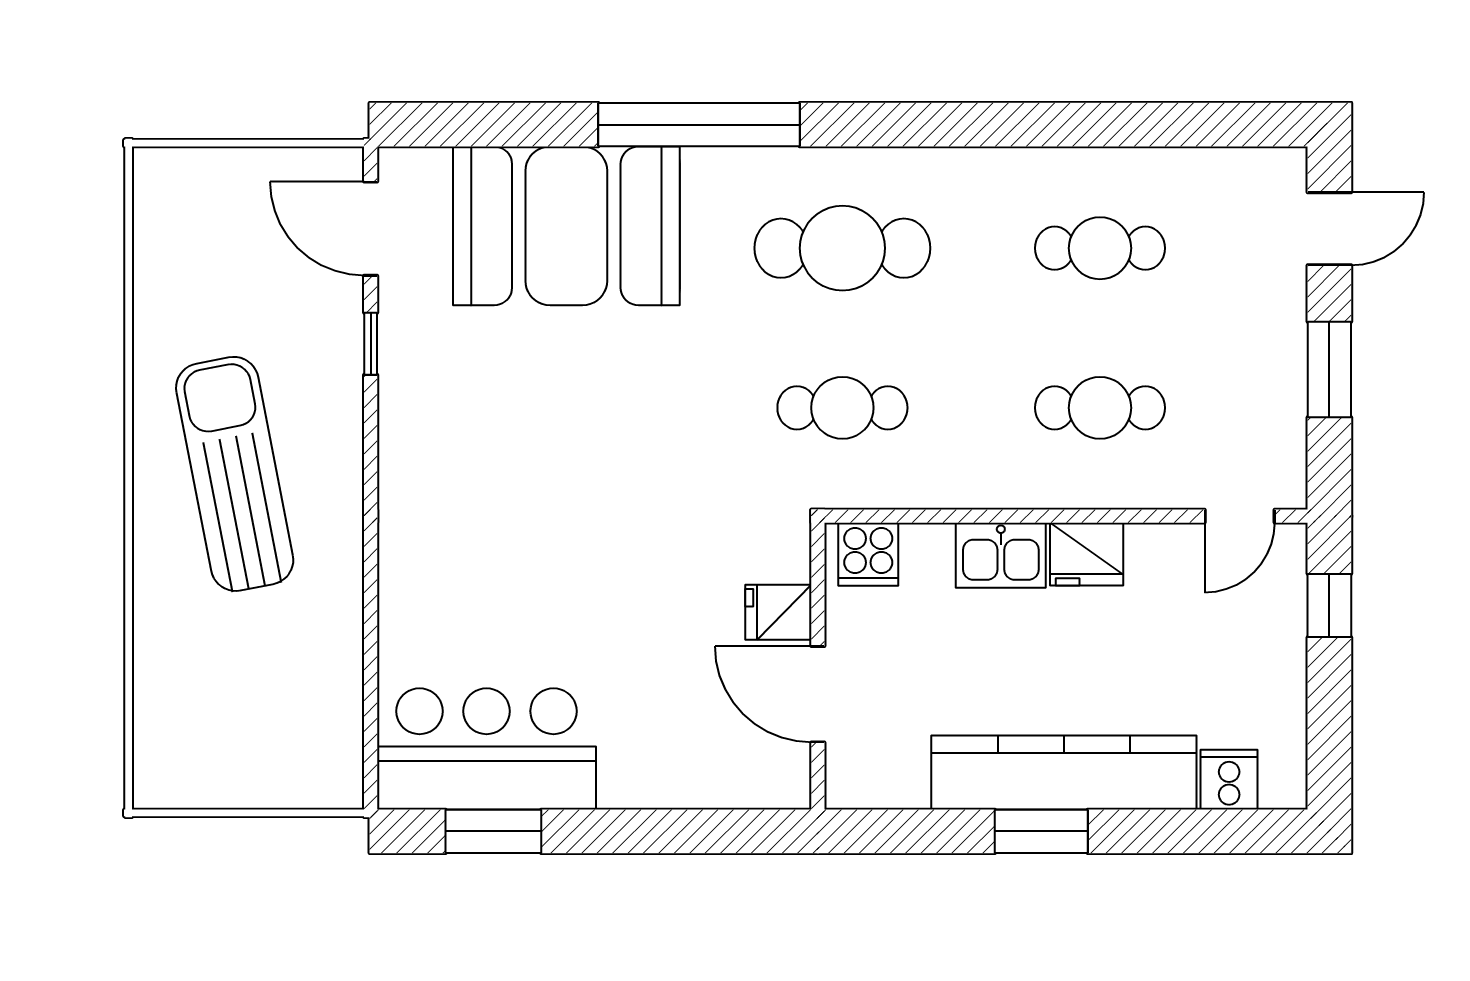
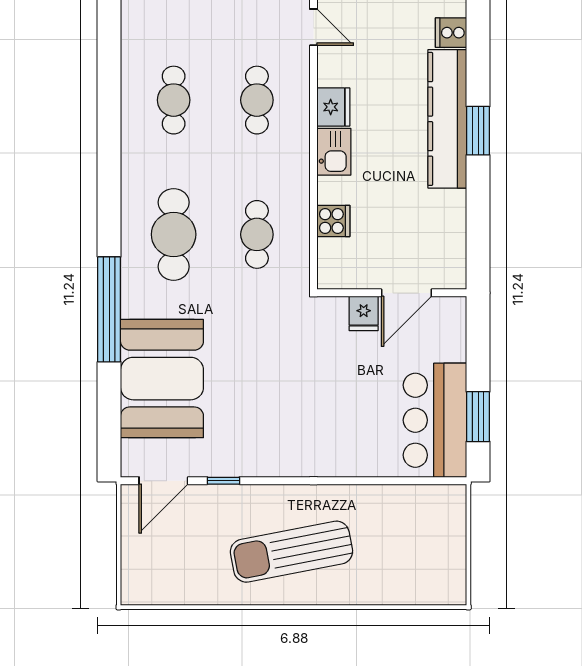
fridge: (778, 612) -> (364, 313), moved
wall: (818, 666) -> (392, 293), moved
door: (818, 694) -> (406, 293), moved

